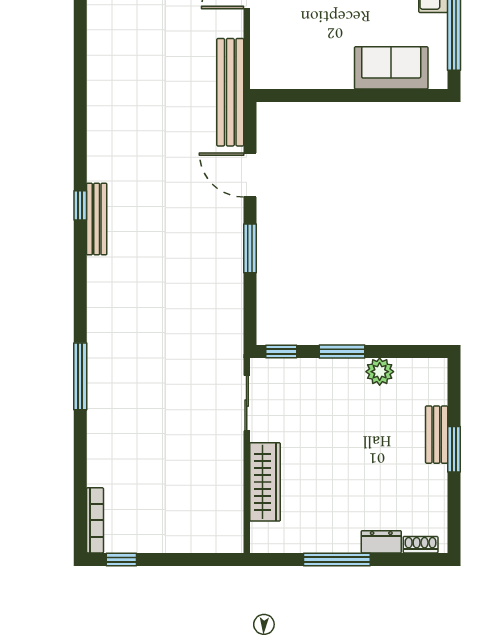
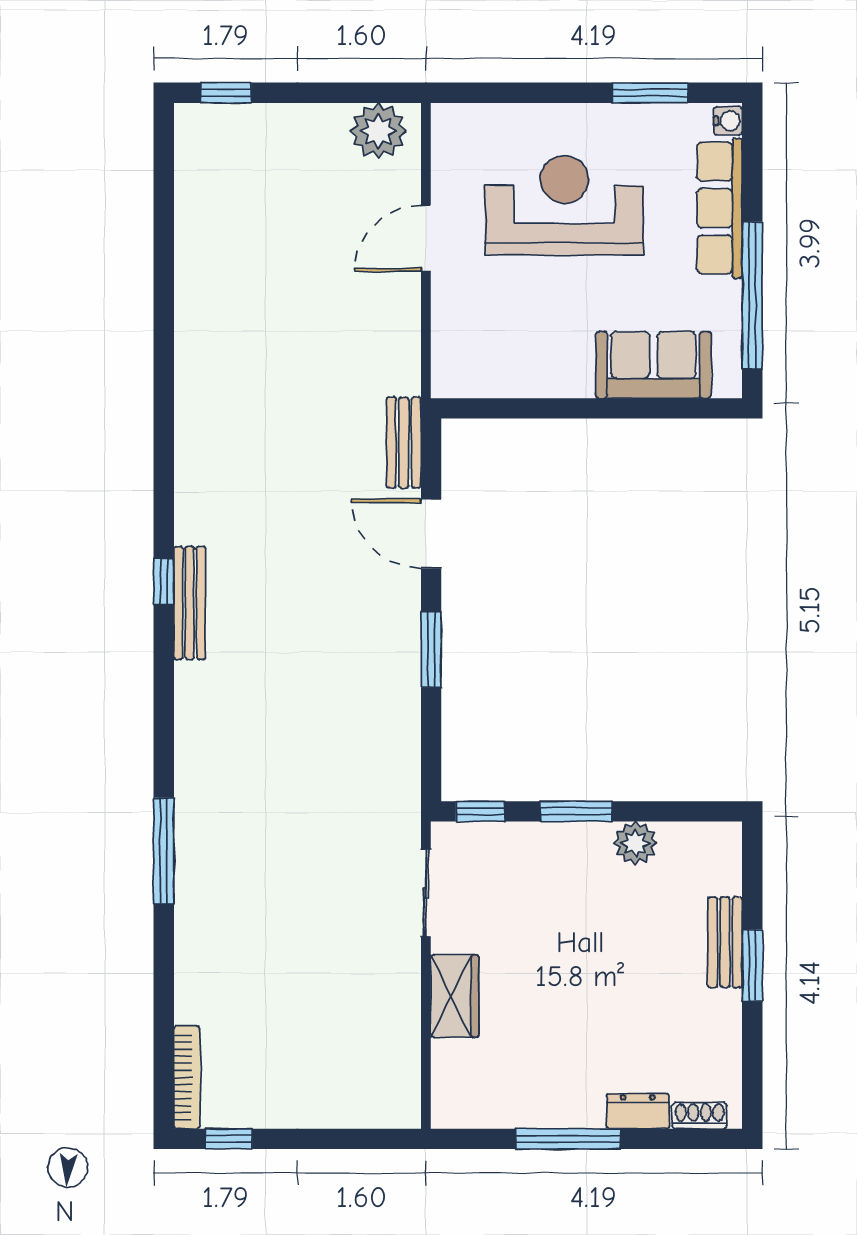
bench: (230, 92) -> (404, 443), width x0.54, depth x0.82
wardrobe: (265, 482) -> (455, 996), width x0.67

